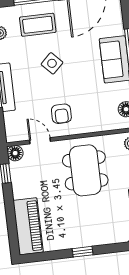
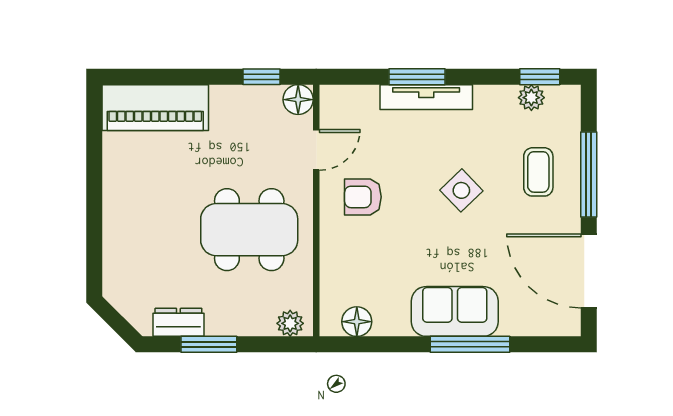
coffee table: (38, 25) -> (538, 172), width x0.73, depth x0.77
window: (83, 252) -> (94, 206), removed

